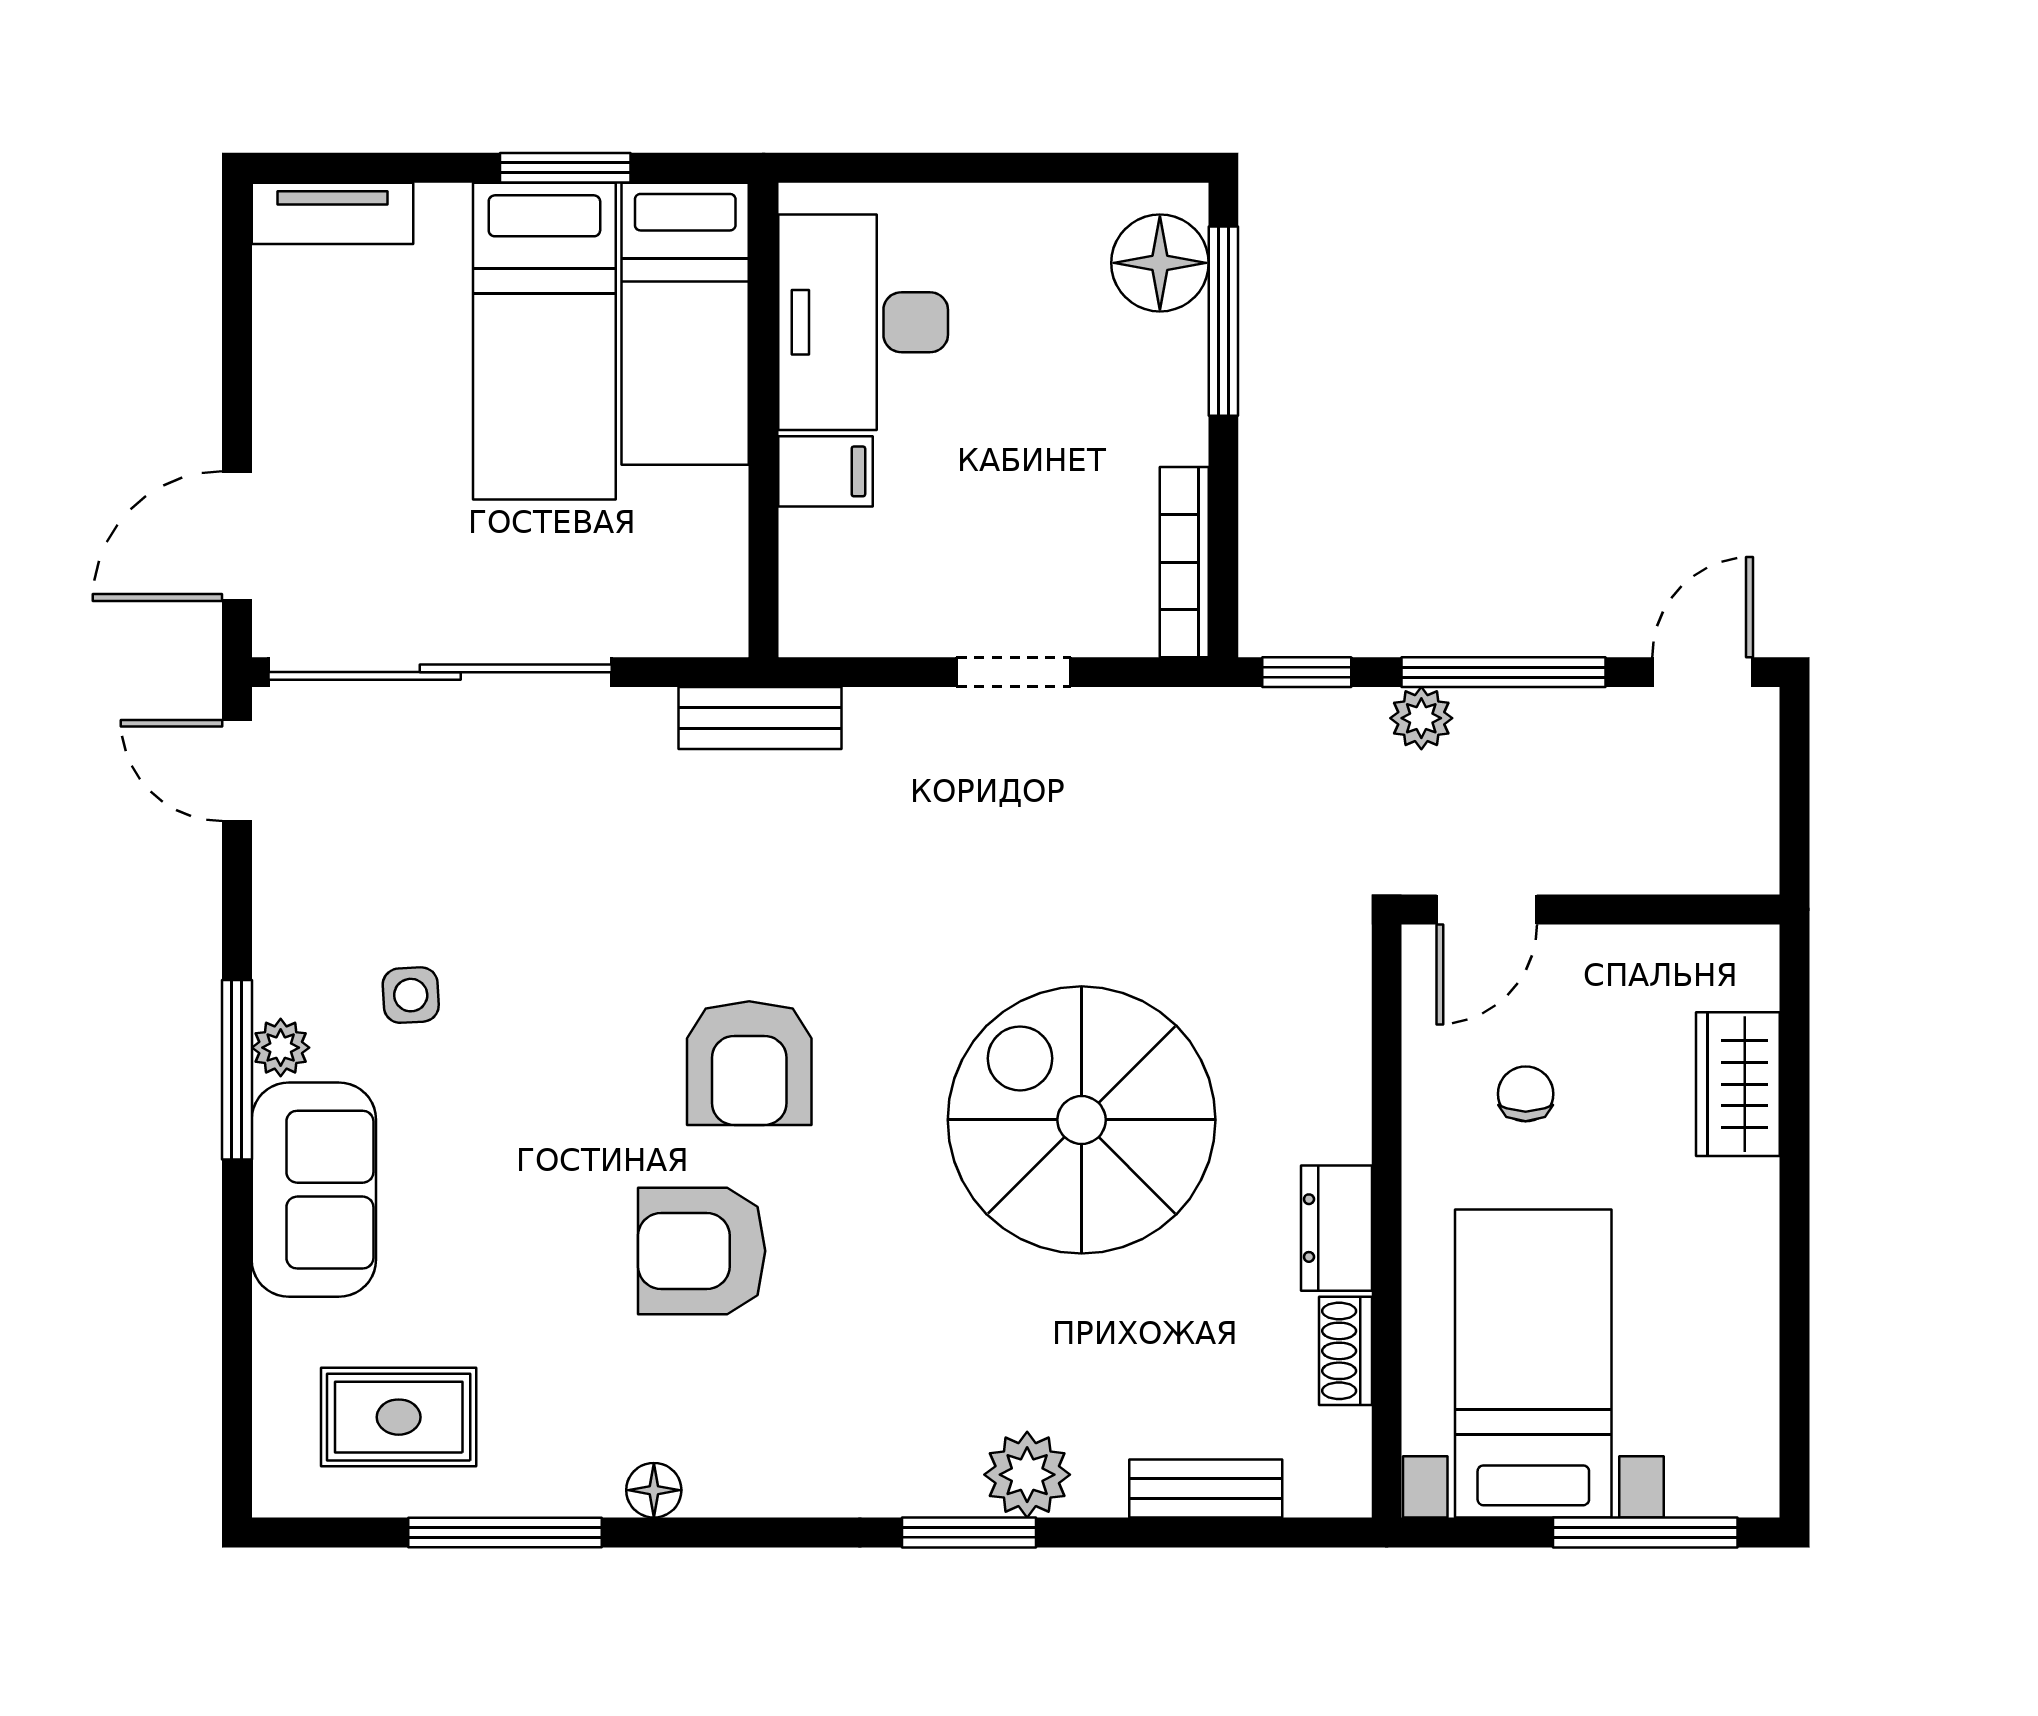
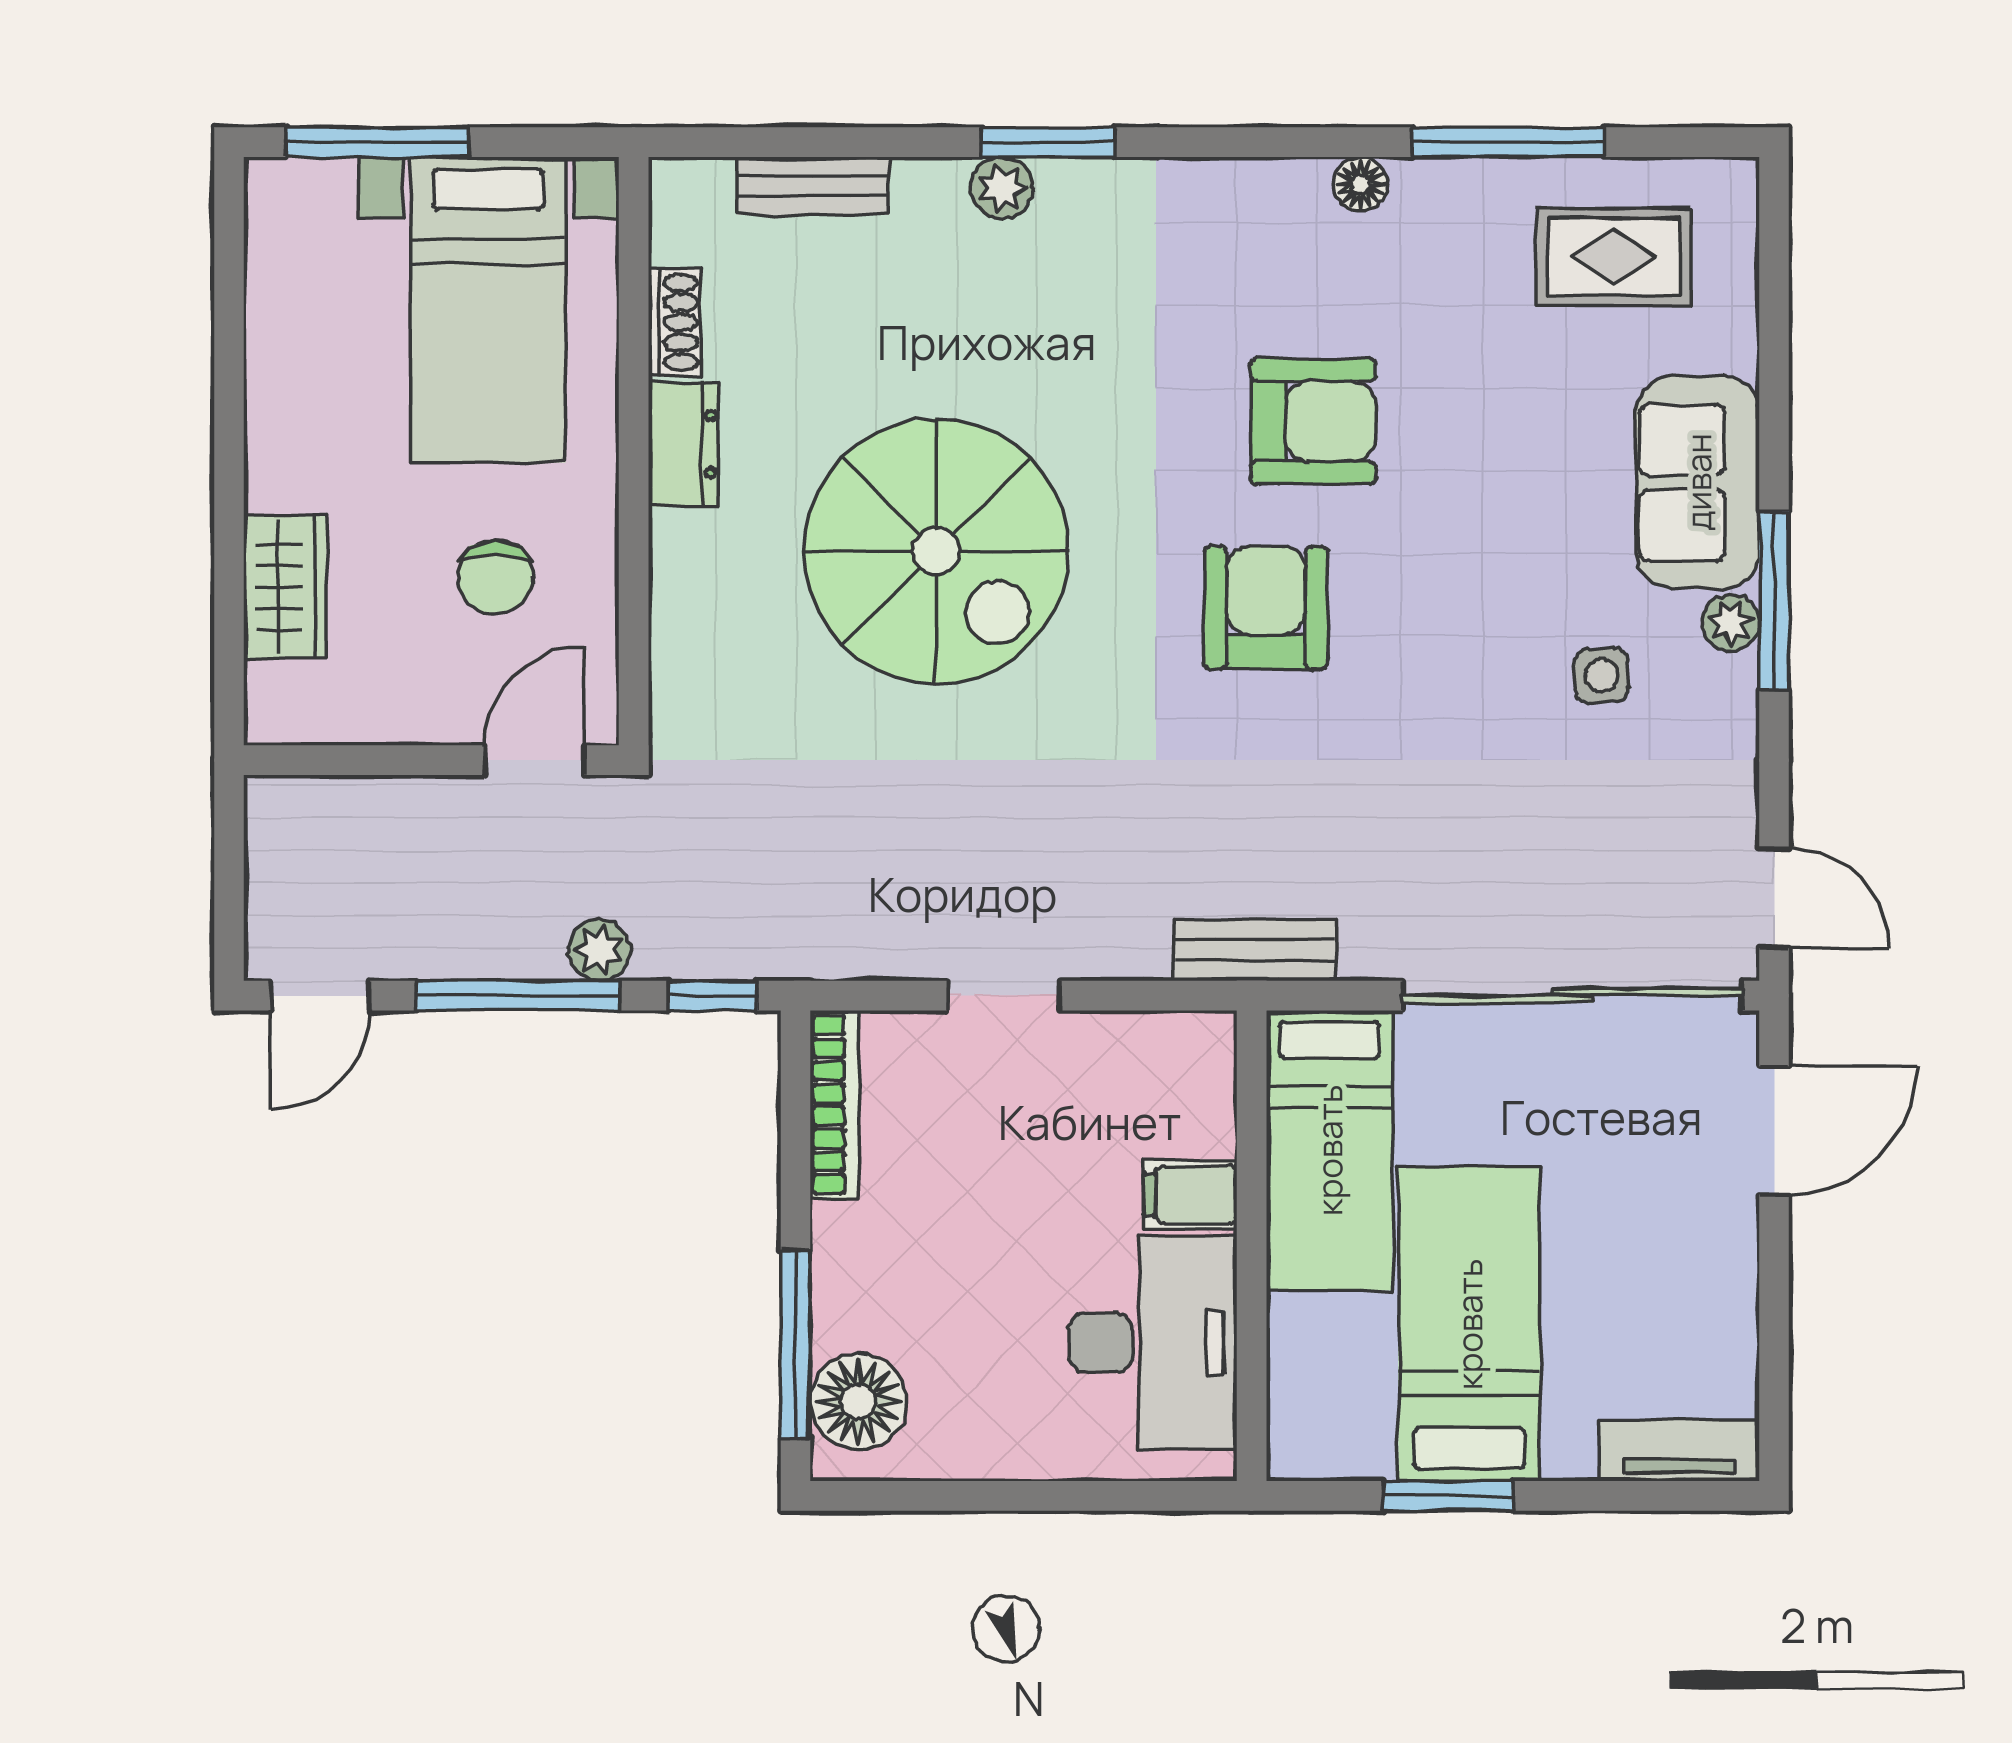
bed: (685, 324) -> (1329, 1150), moved, turned 180
chair: (1526, 1094) -> (496, 577), width x1.37, depth x1.37
plant: (1027, 1475) -> (1002, 188), width x0.73, depth x0.73

